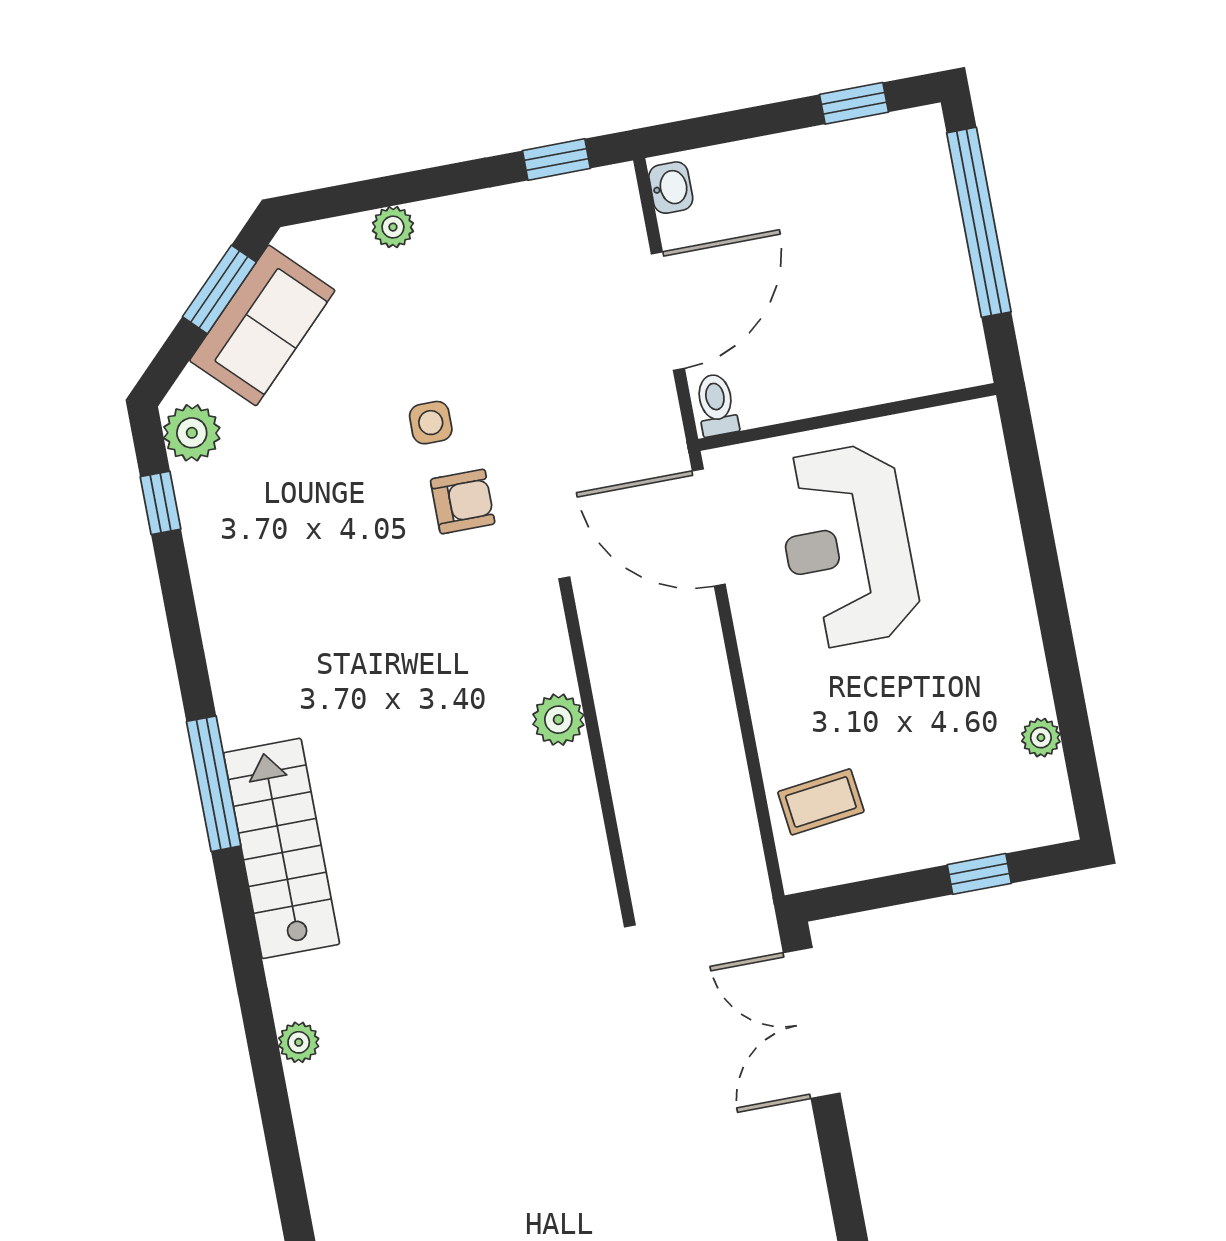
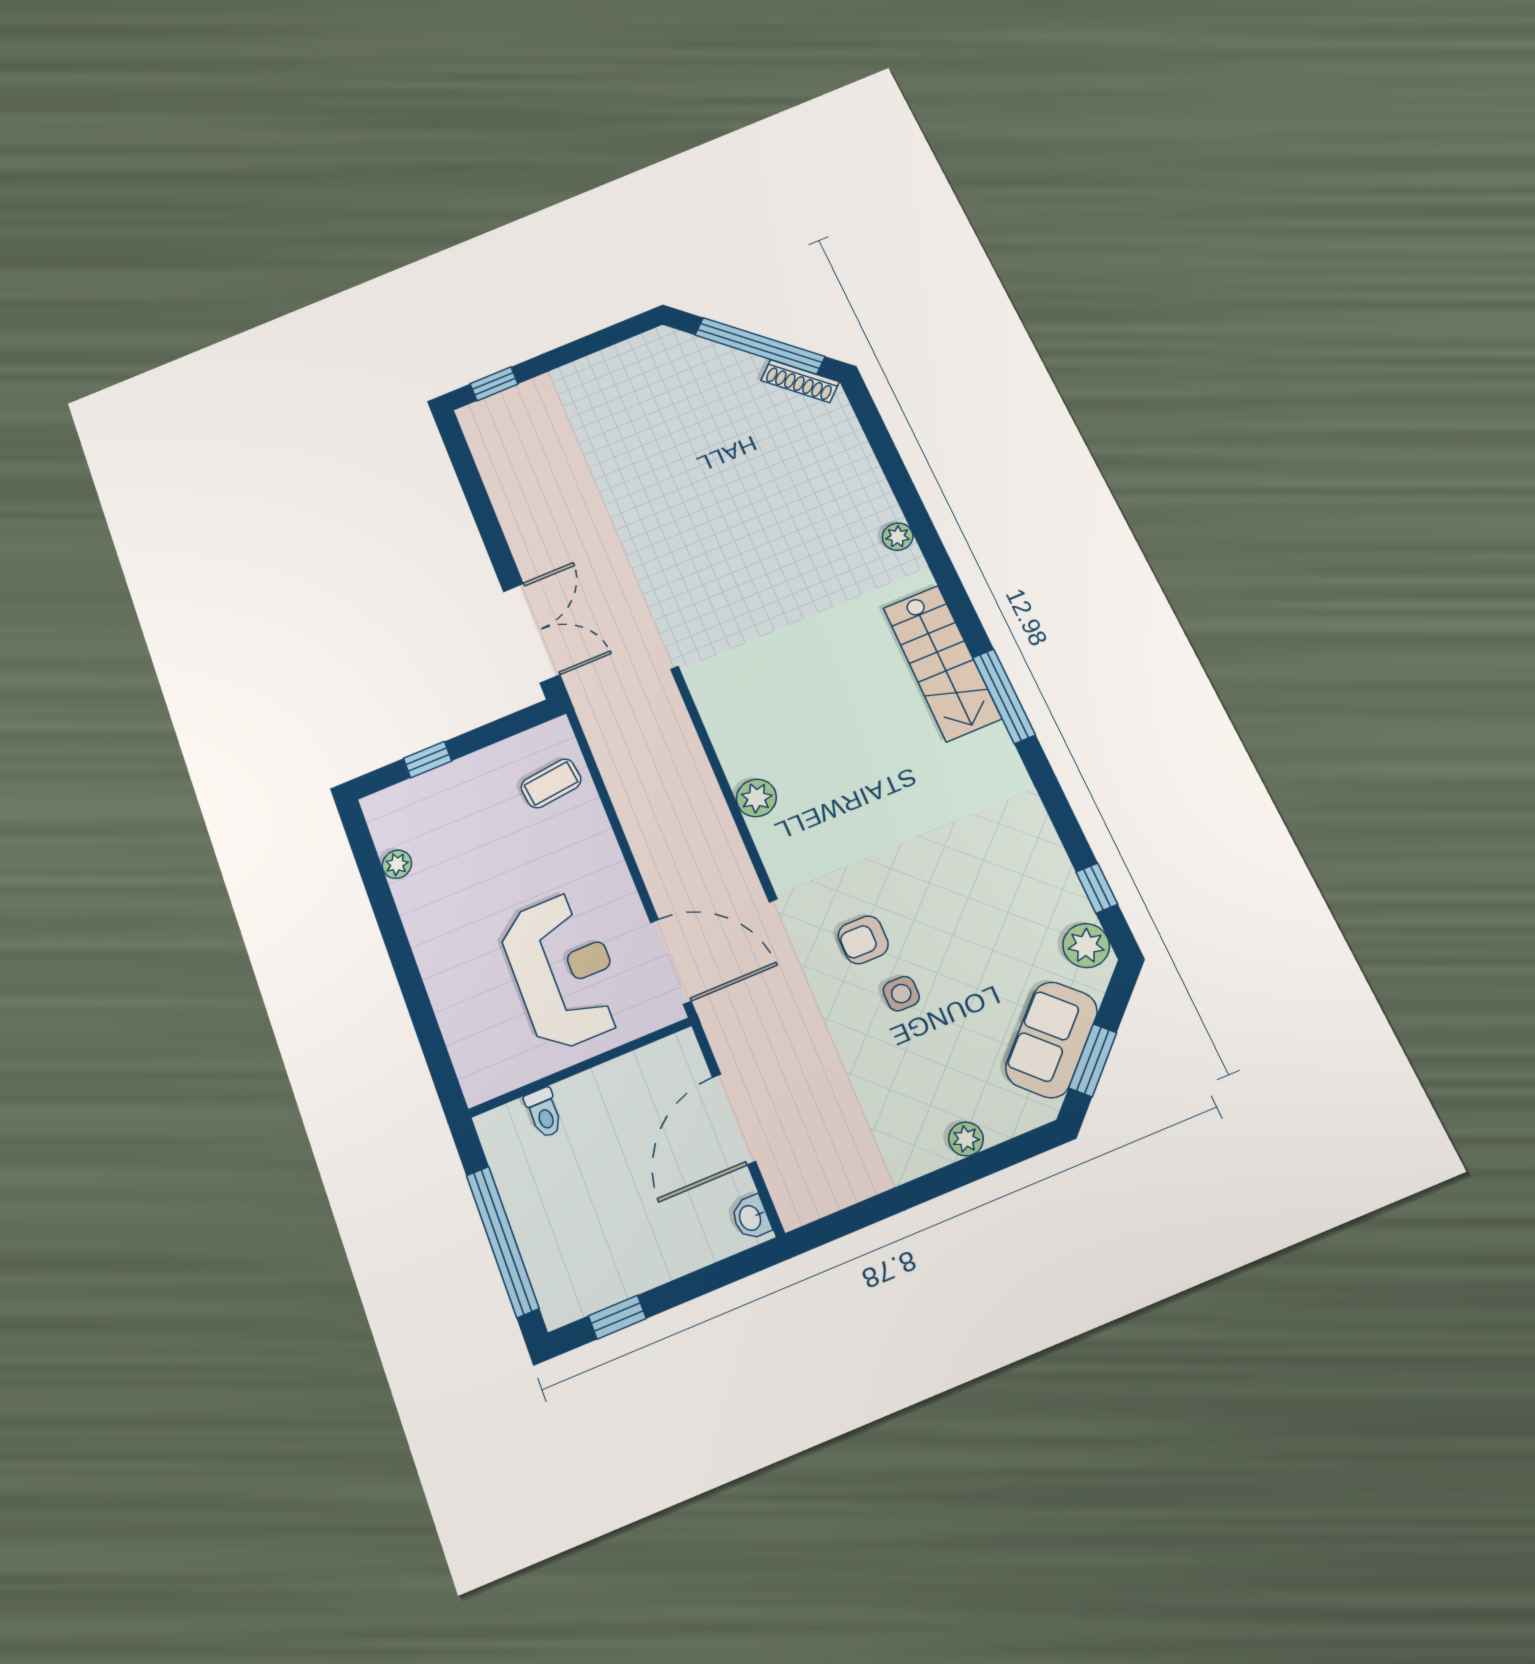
window: (556, 160) -> (847, 1221), removed
toilet: (716, 405) -> (544, 1113), moved

